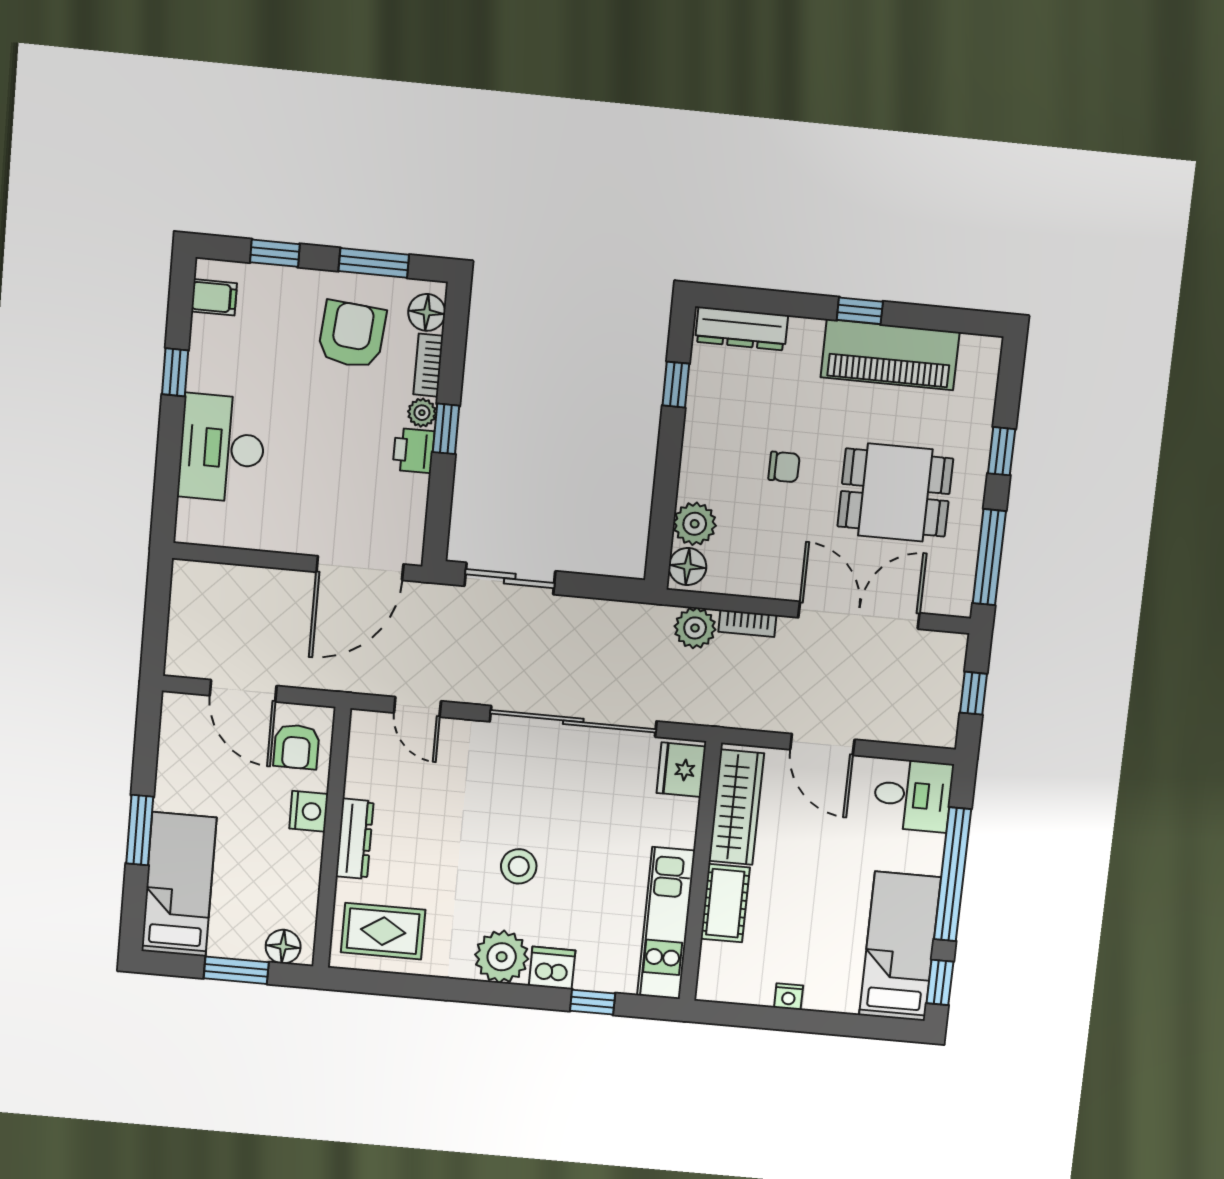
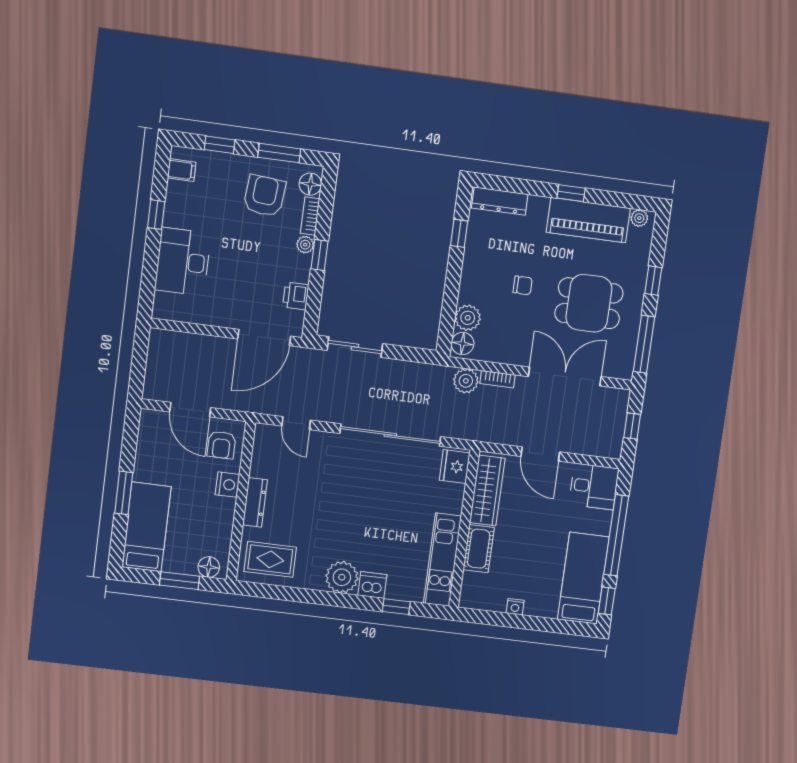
plant: (975, 348) -> (639, 218), added
printer: (414, 451) -> (296, 296), moved
stool: (519, 866) -> (354, 522), removed

